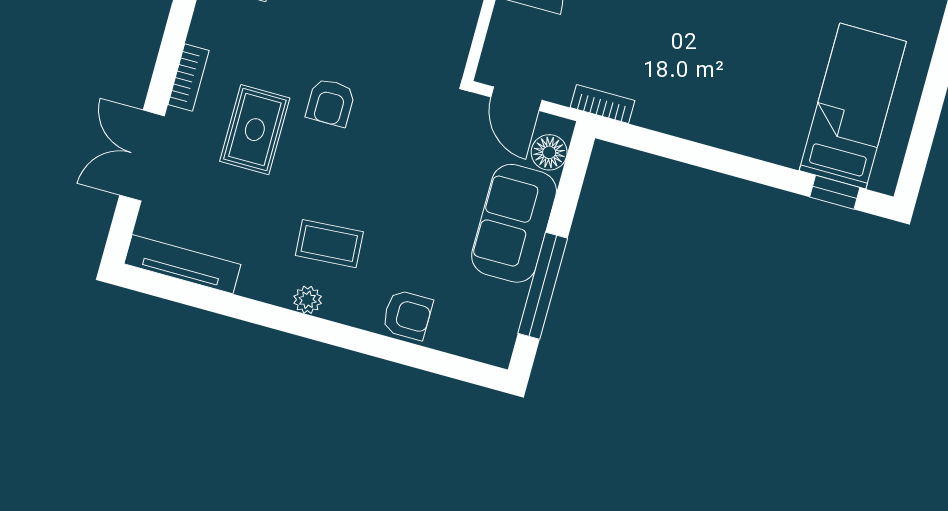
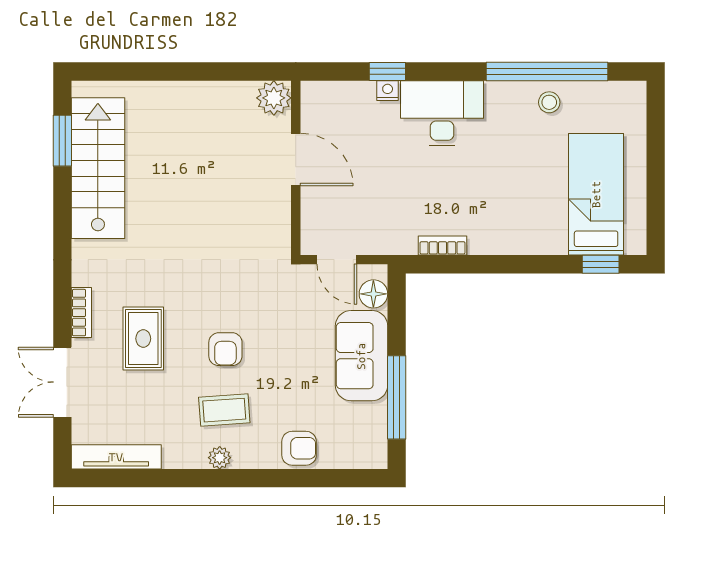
armchair: (331, 102) -> (225, 349), moved
bookcase: (603, 104) -> (443, 246), moved

